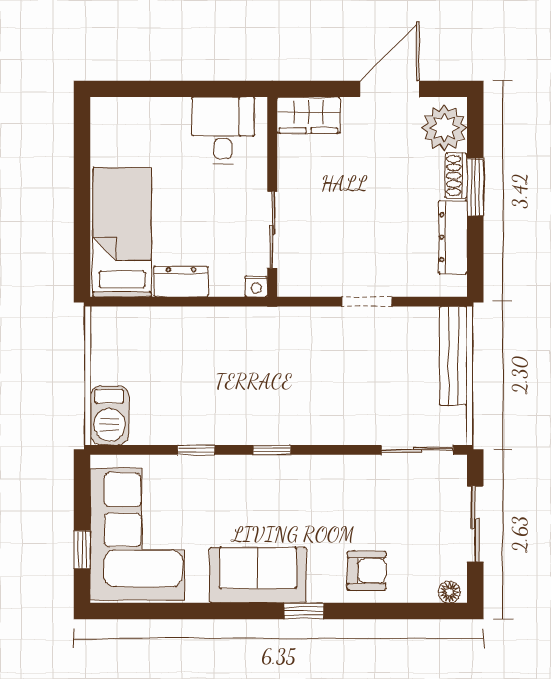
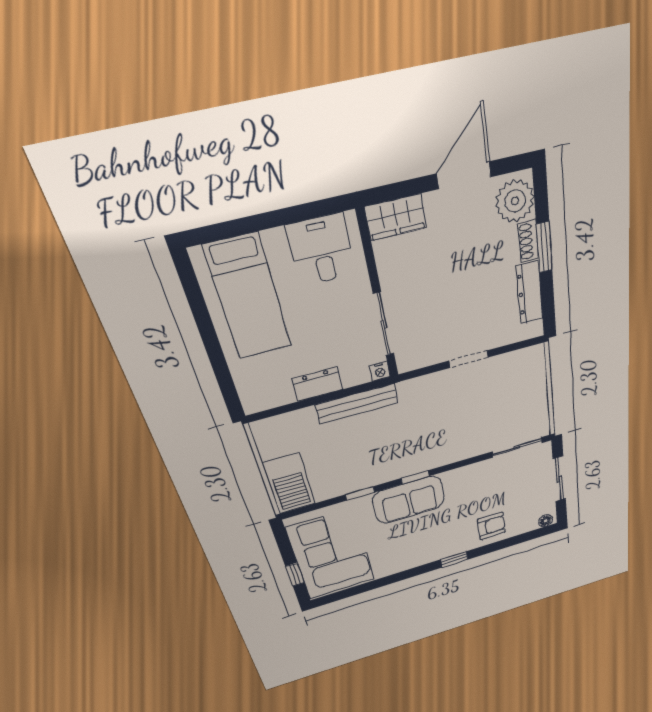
bed: (122, 232) -> (248, 297), moved, turned 180
bench: (453, 356) -> (357, 404), moved, turned 90
barbecue: (109, 415) -> (289, 483), width x1.37, depth x1.21
sofa: (258, 575) -> (409, 500), moved, turned 180

